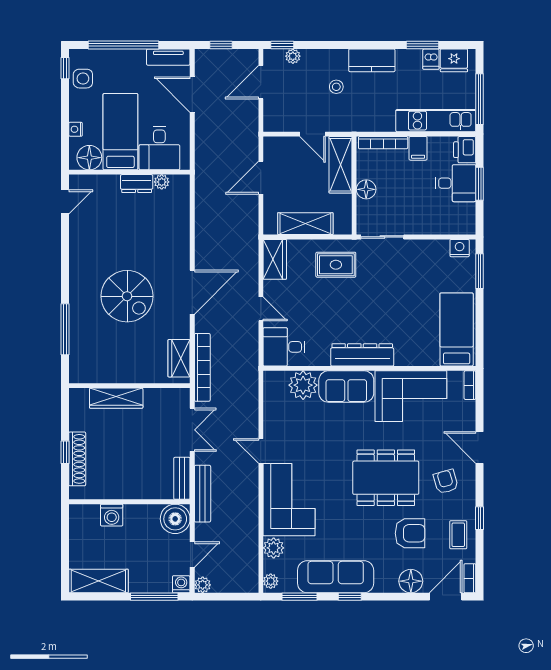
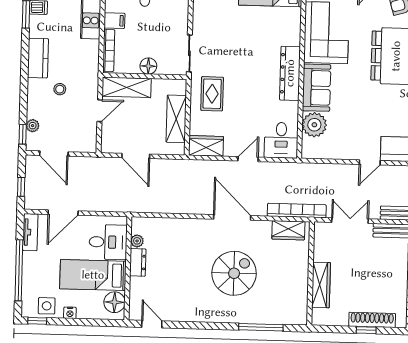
nightstand: (76, 129) -> (70, 313), moved

